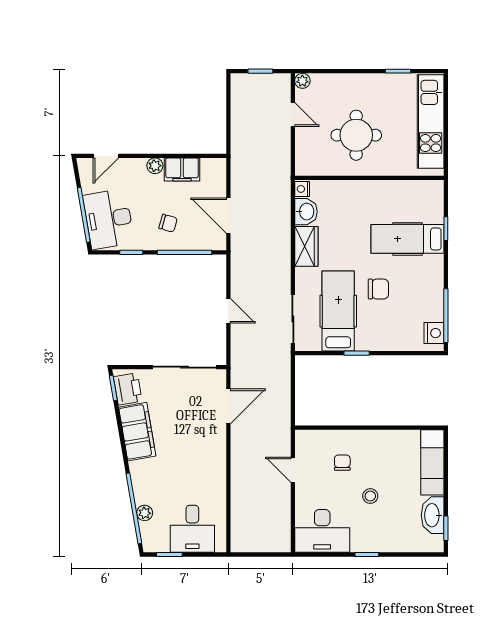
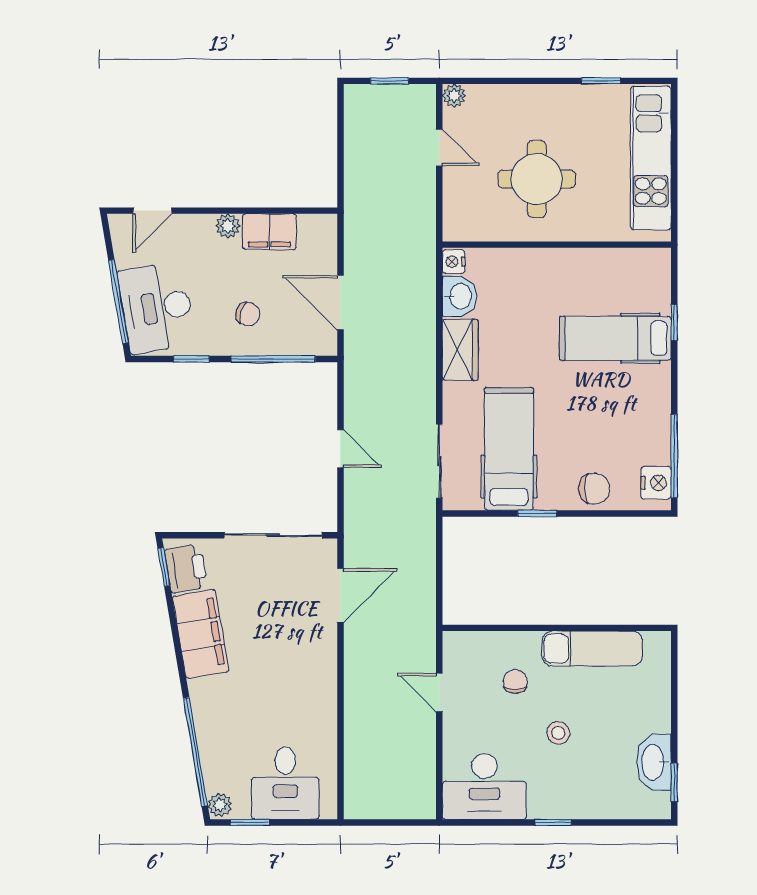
chair: (378, 289) -> (594, 489), moved
exam couch: (432, 462) -> (592, 649), moved, turned -90
plant: (145, 513) -> (220, 805), moved

